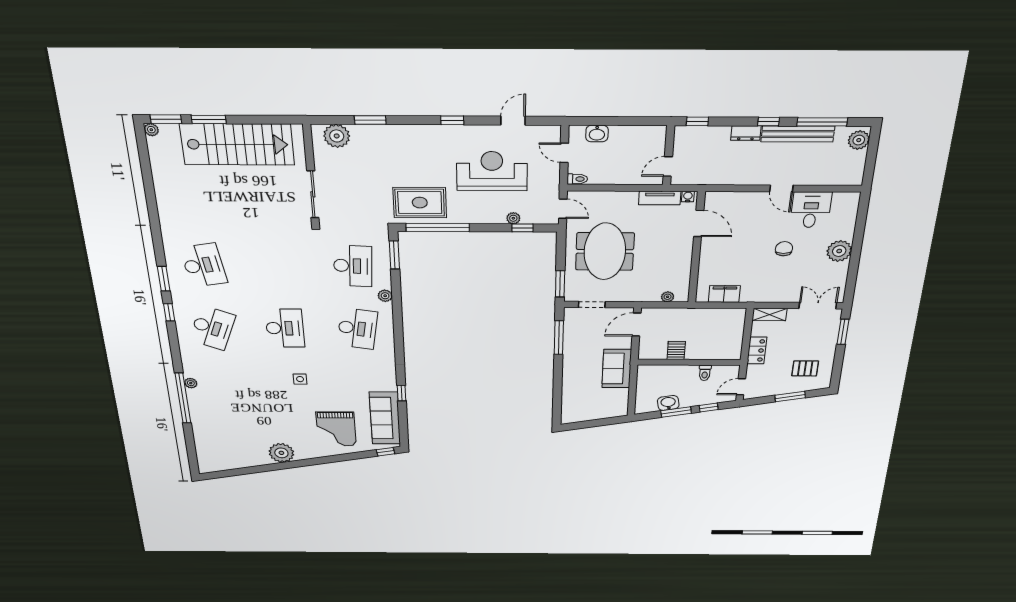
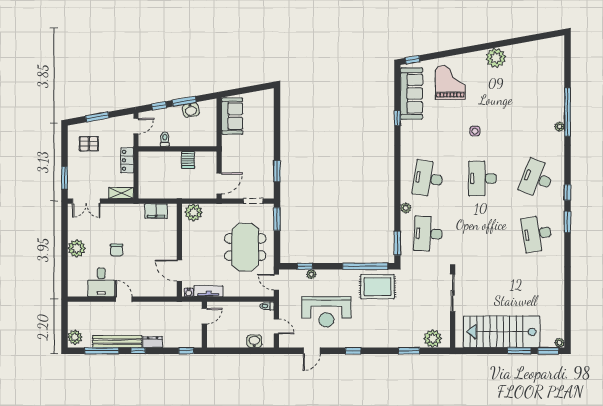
plant: (668, 297) -> (194, 212), width x1.88, depth x1.88
window: (559, 338) -> (277, 171), width x0.69
sofa: (617, 369) -> (232, 116), moved

